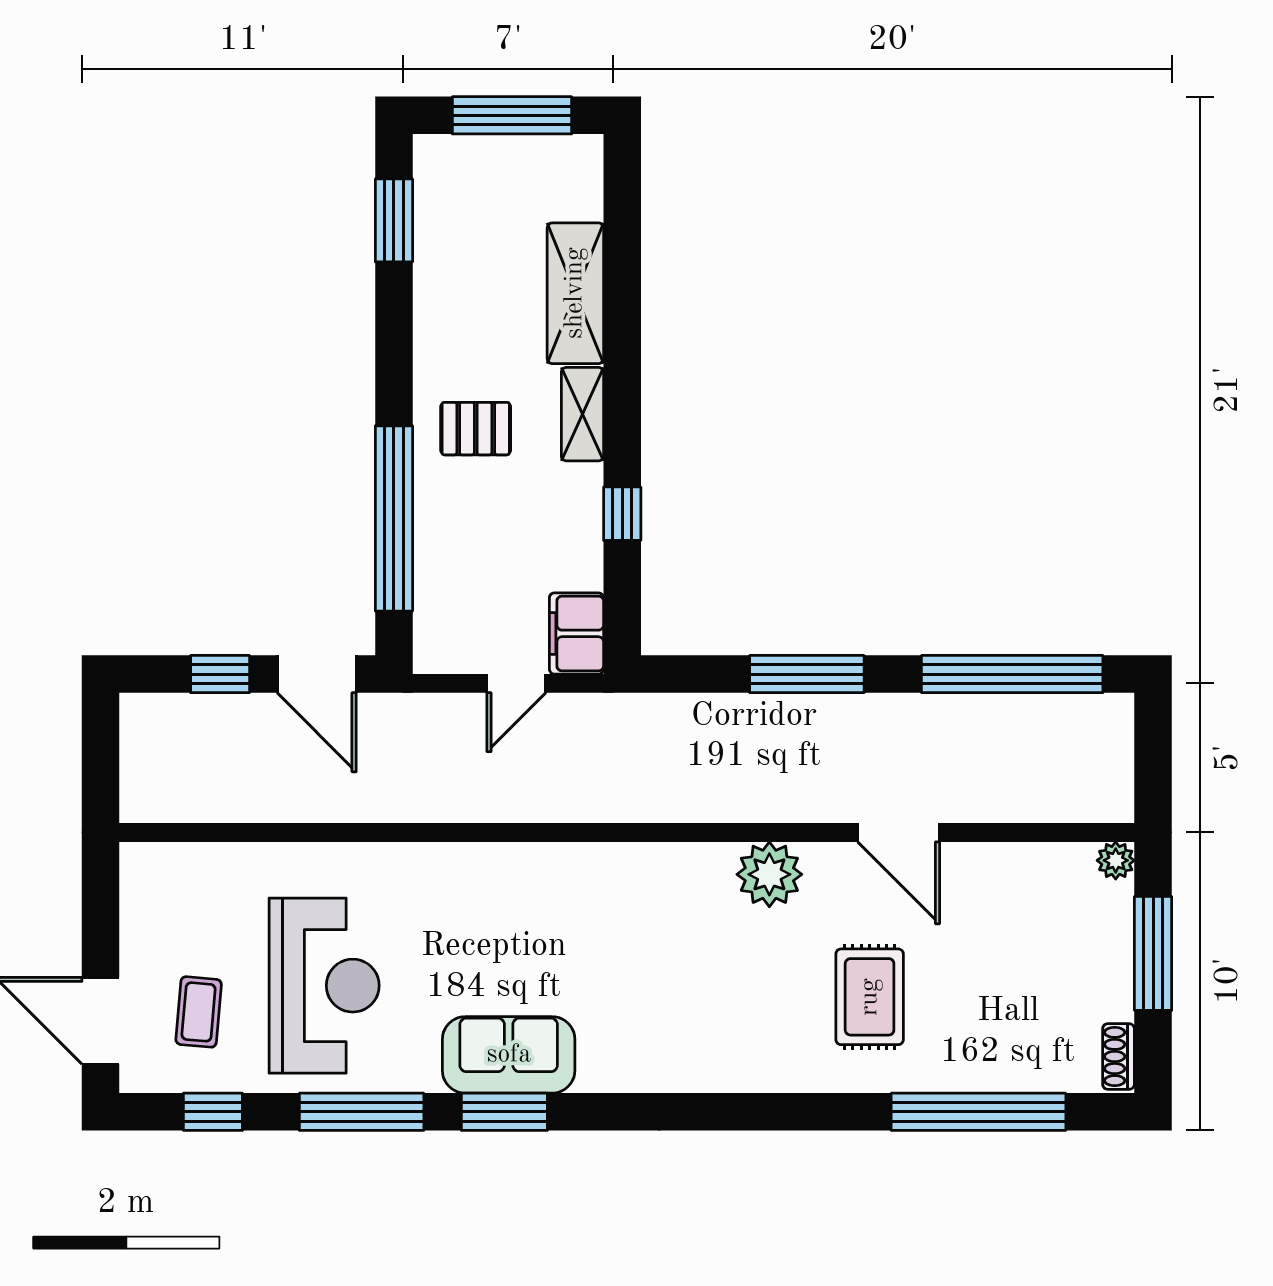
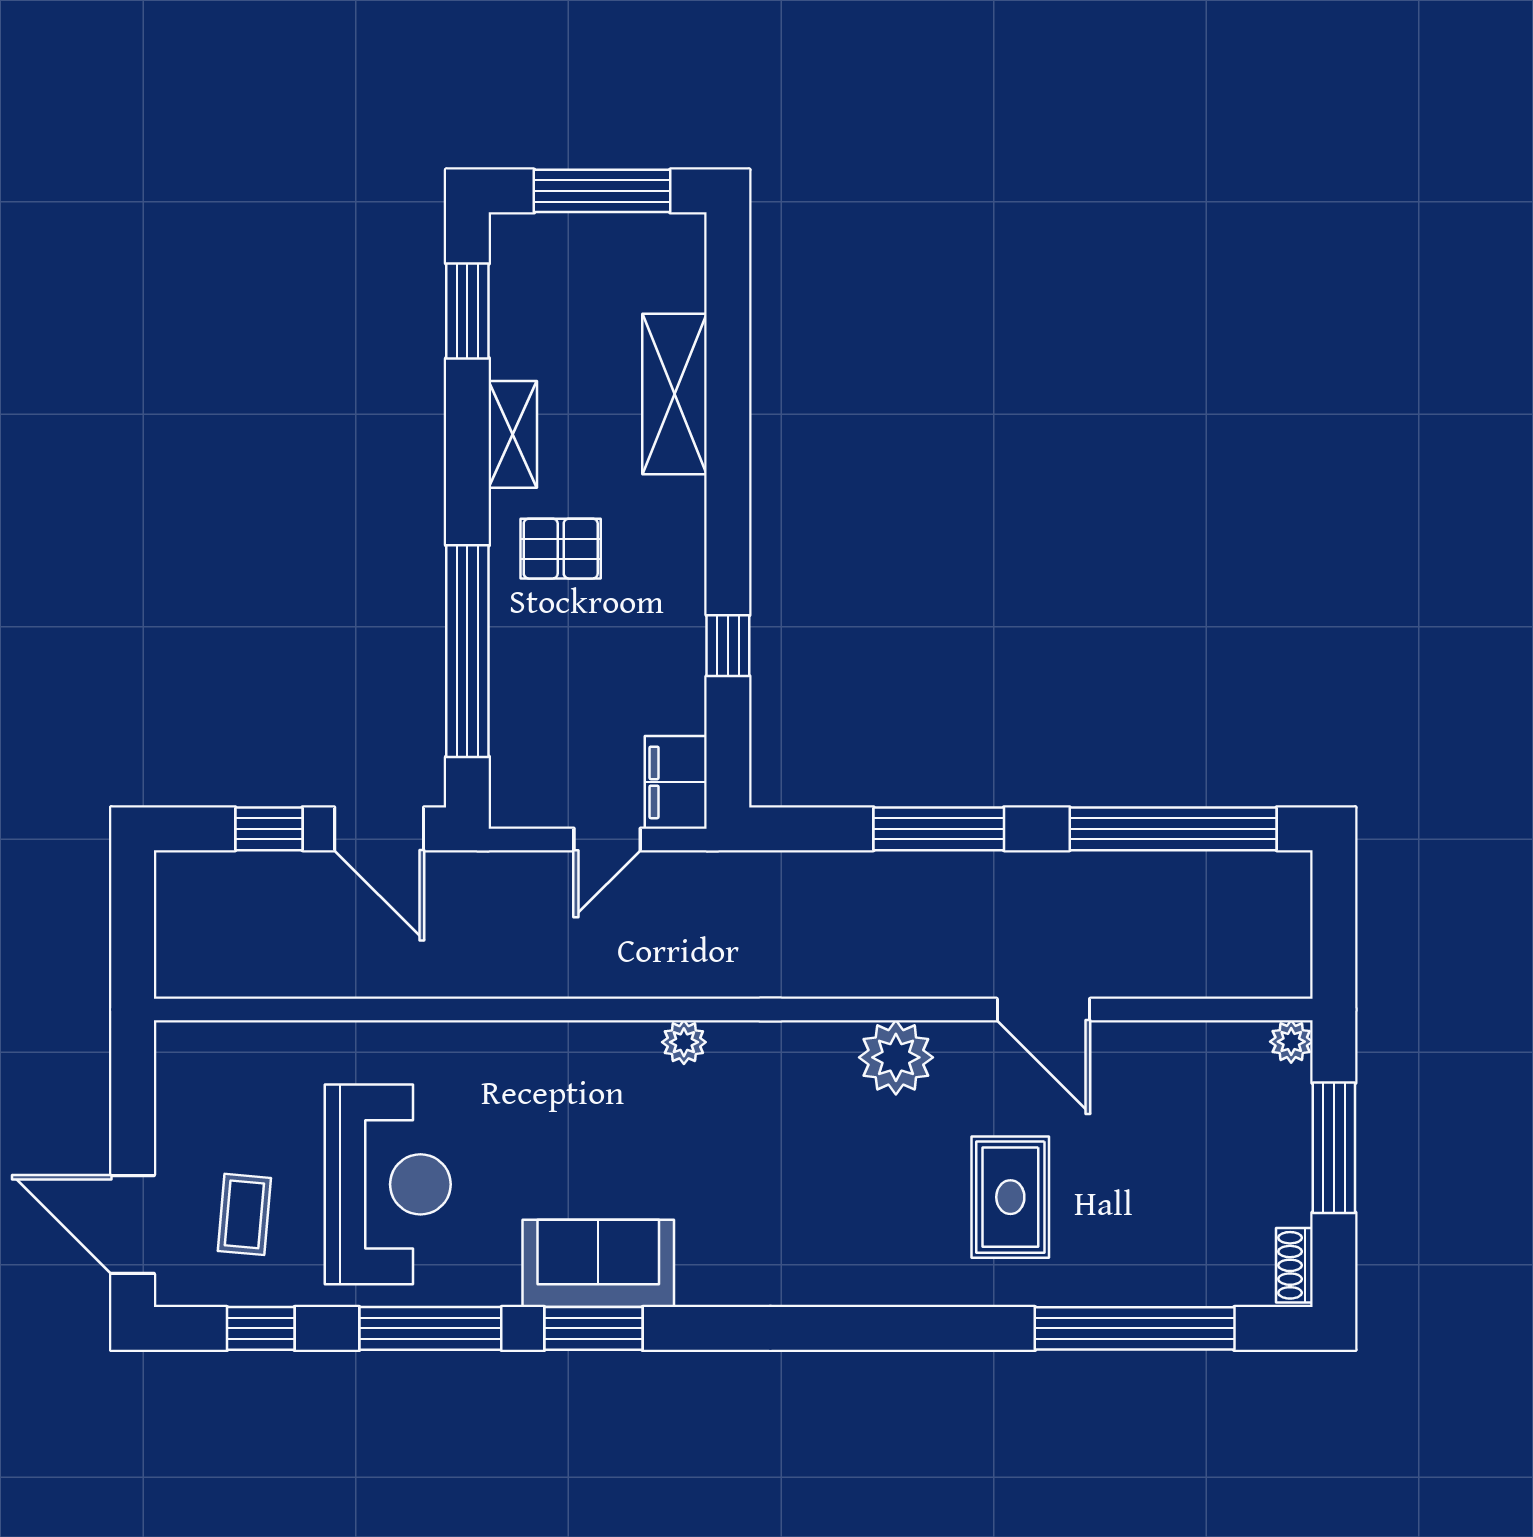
shelving: (582, 414) -> (513, 434), moved
plant: (584, 861) -> (684, 1042), added

